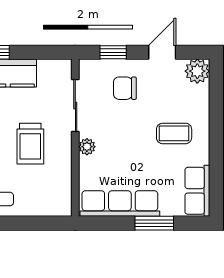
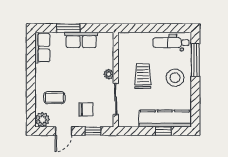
coffee table: (174, 133) -> (54, 98), moved
row of seats: (120, 204) -> (81, 40), width x0.68

